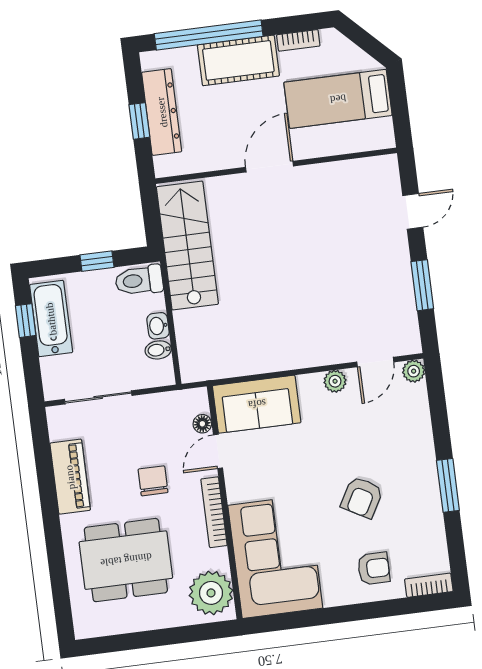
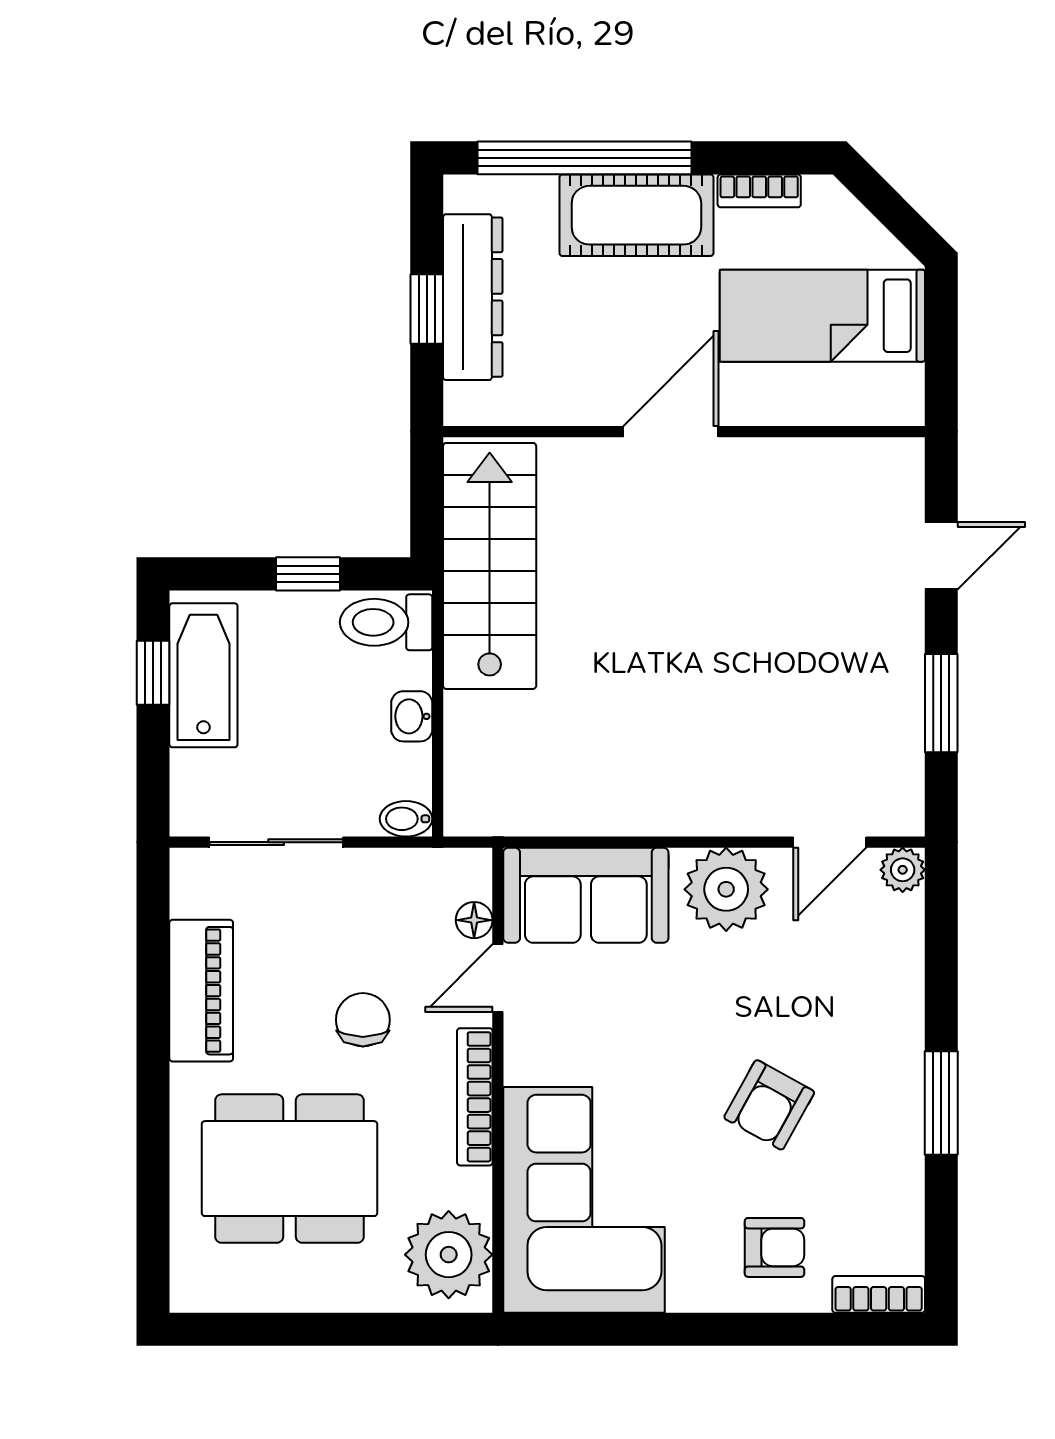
bidet: (158, 350) -> (406, 819), moved
plant: (335, 381) -> (726, 889), width x1.88, depth x1.88

